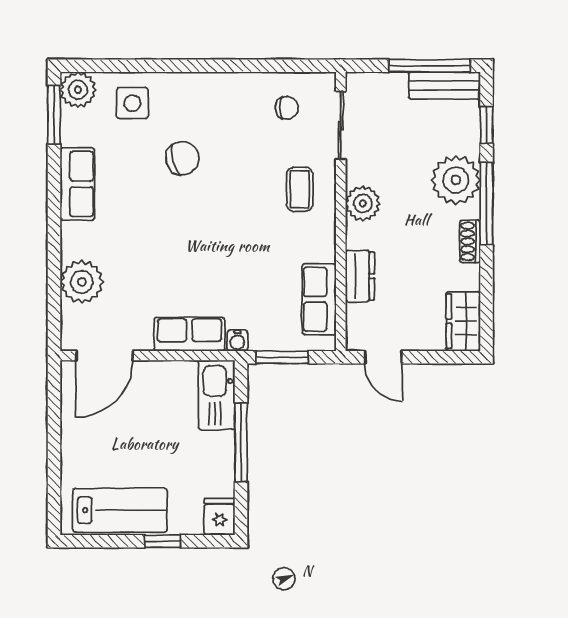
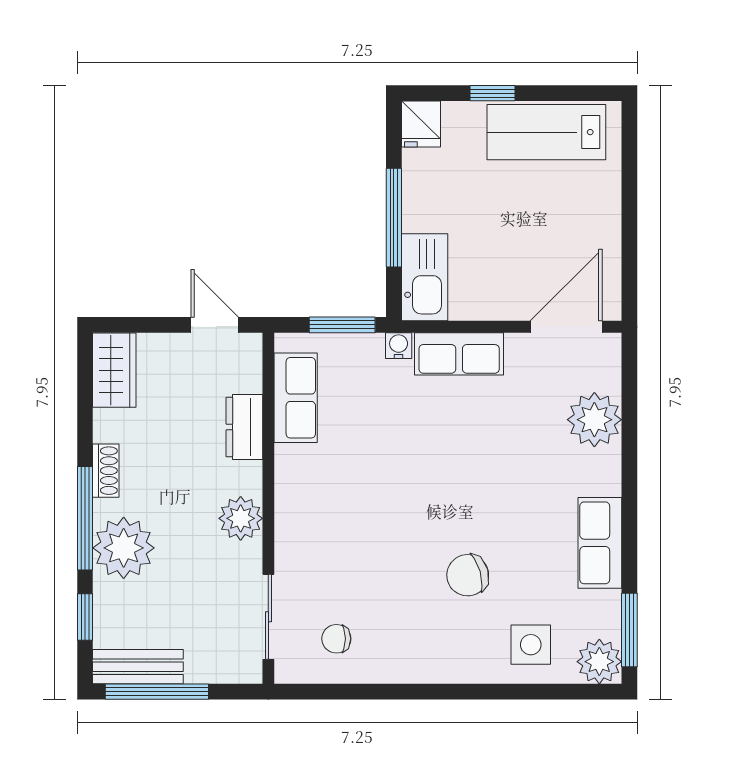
coffee table: (300, 189) -> (320, 536), removed

